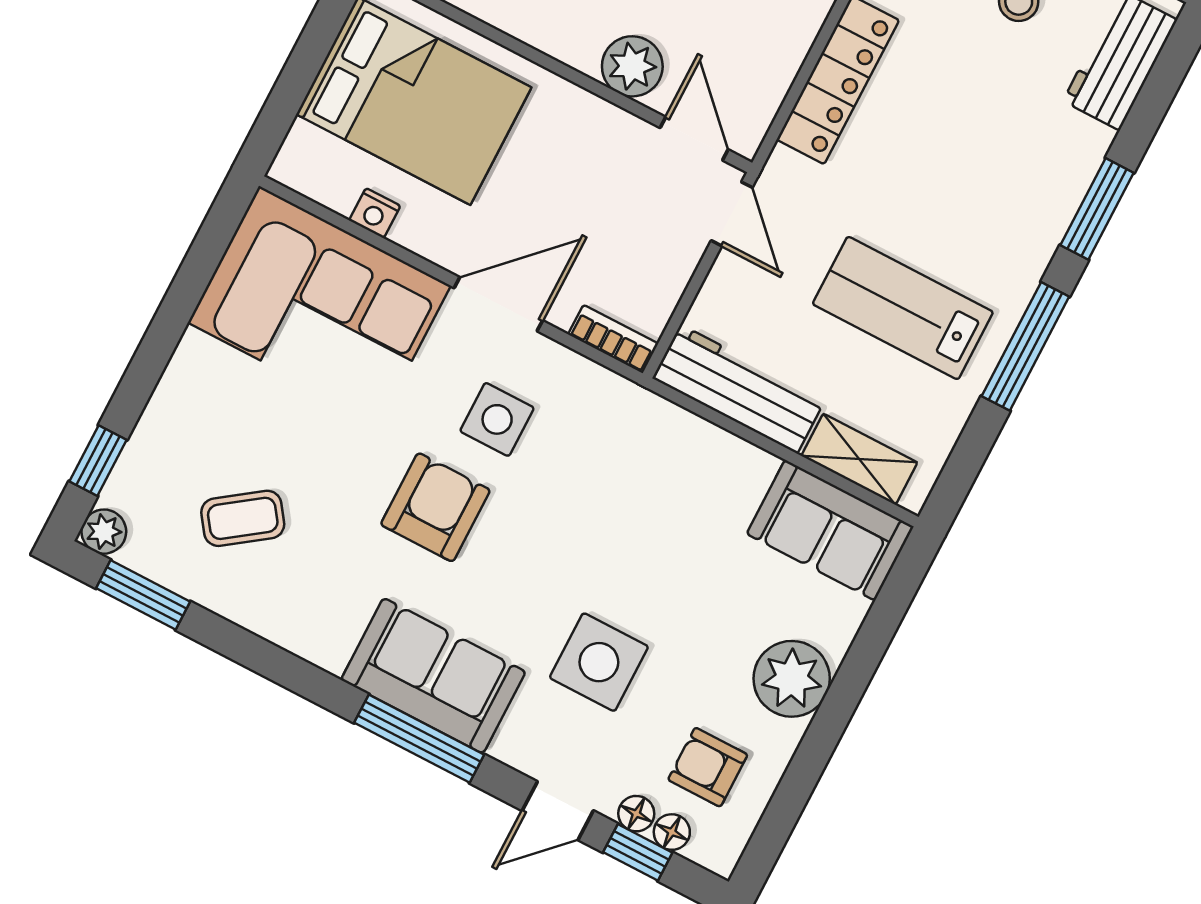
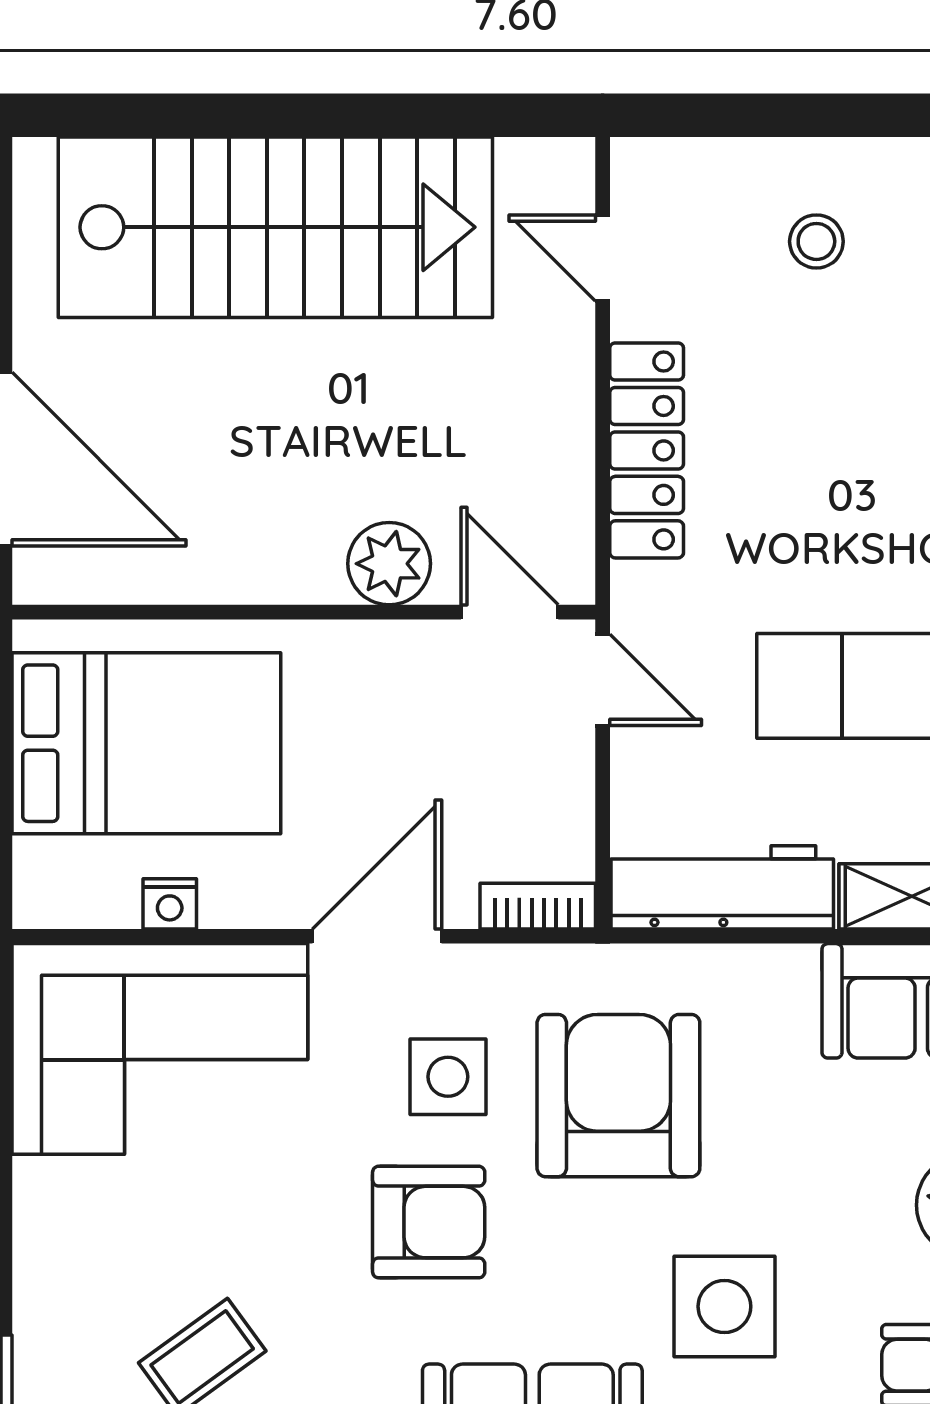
armchair: (601, 489) -> (618, 1096), added
armchair: (435, 507) -> (429, 1222), turned 90

